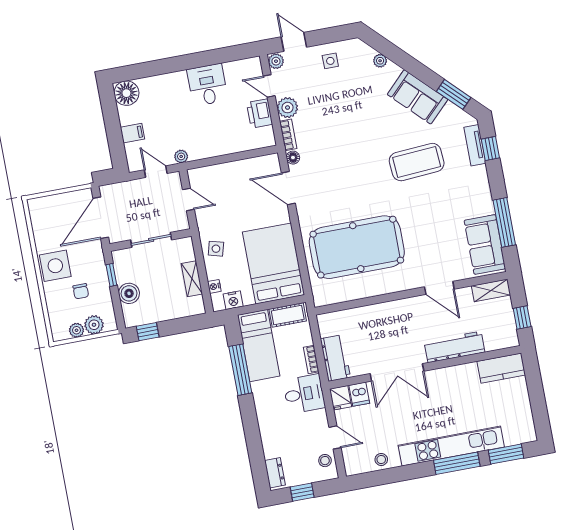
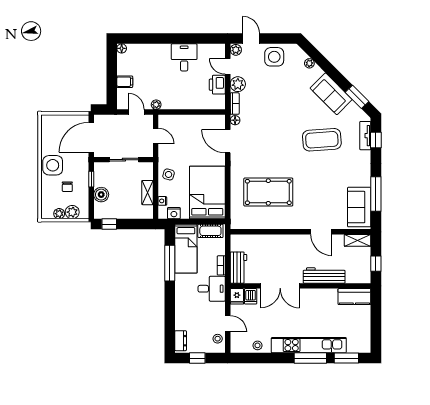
side table: (330, 61) -> (274, 57), width x1.87, depth x1.87
floor lamp: (126, 93) -> (122, 48), width x0.53, depth x0.53
pool table: (357, 247) -> (268, 192), width x0.73, depth x0.76

